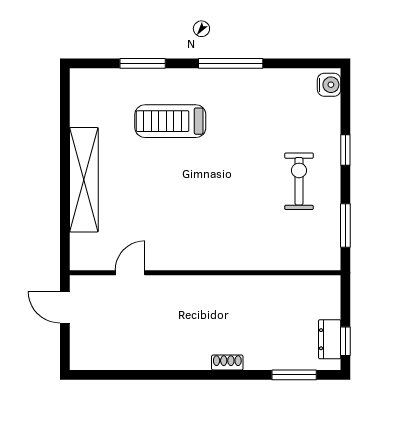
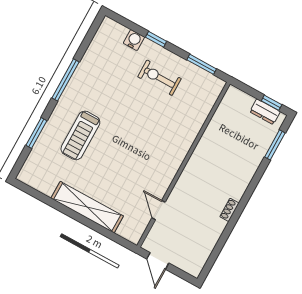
water cooler: (329, 85) -> (134, 40), moved
door: (65, 307) -> (158, 261), hinge flipped
shoe rack: (227, 363) -> (229, 210), moved

